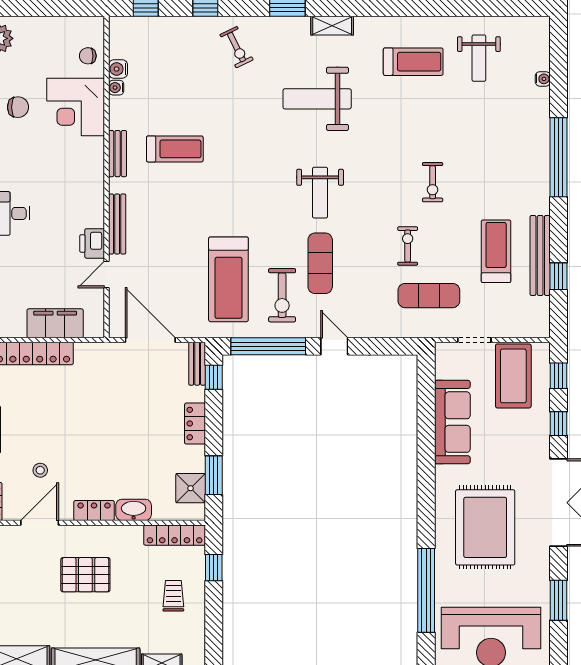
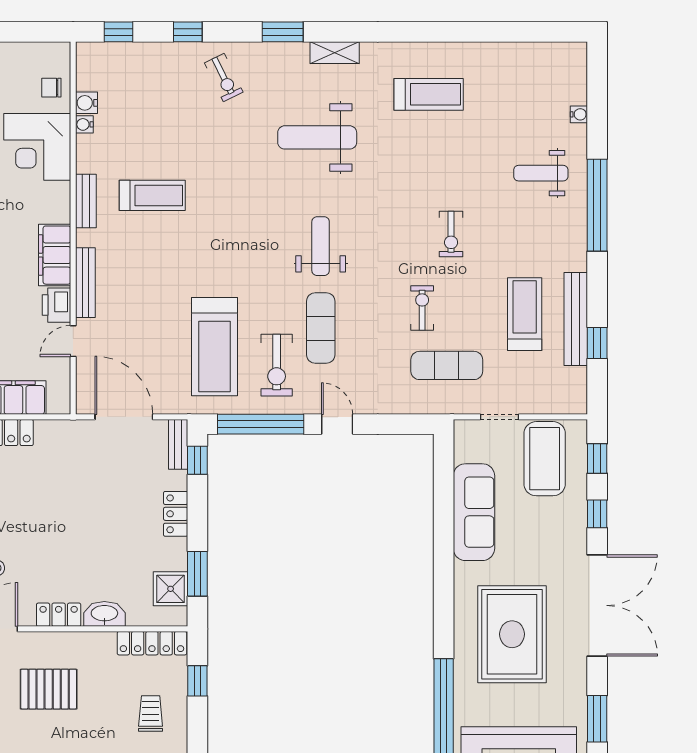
weight bench: (479, 58) -> (541, 173), moved, turned 90
weight bench: (320, 193) -> (321, 246), turned 180
filing cabinet: (91, 200) -> (55, 255), added

